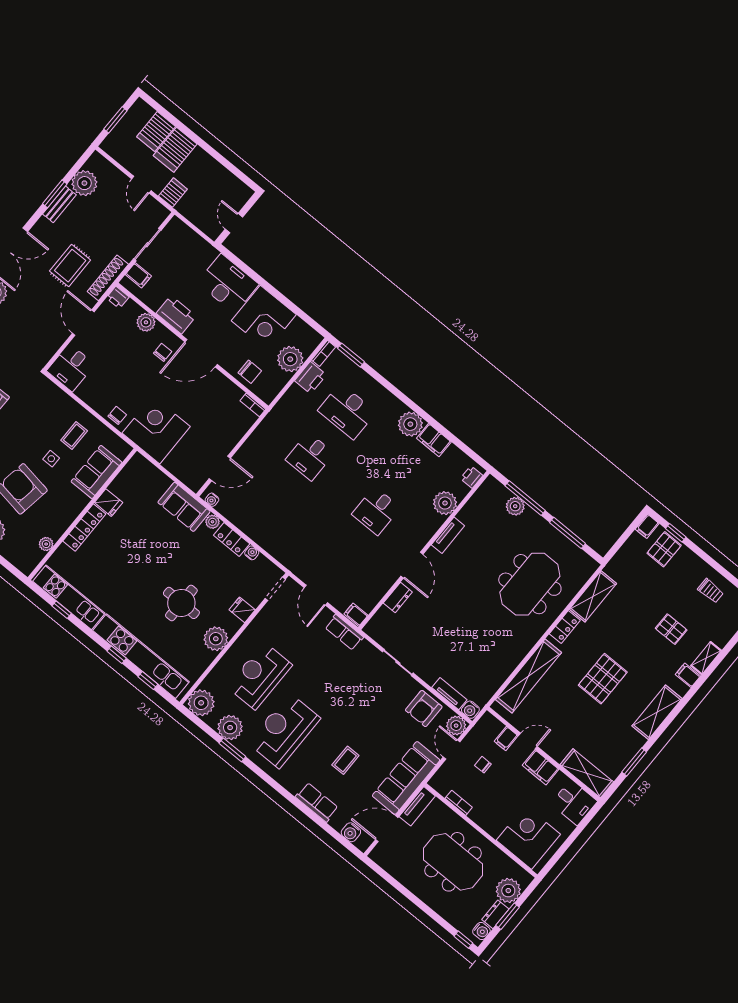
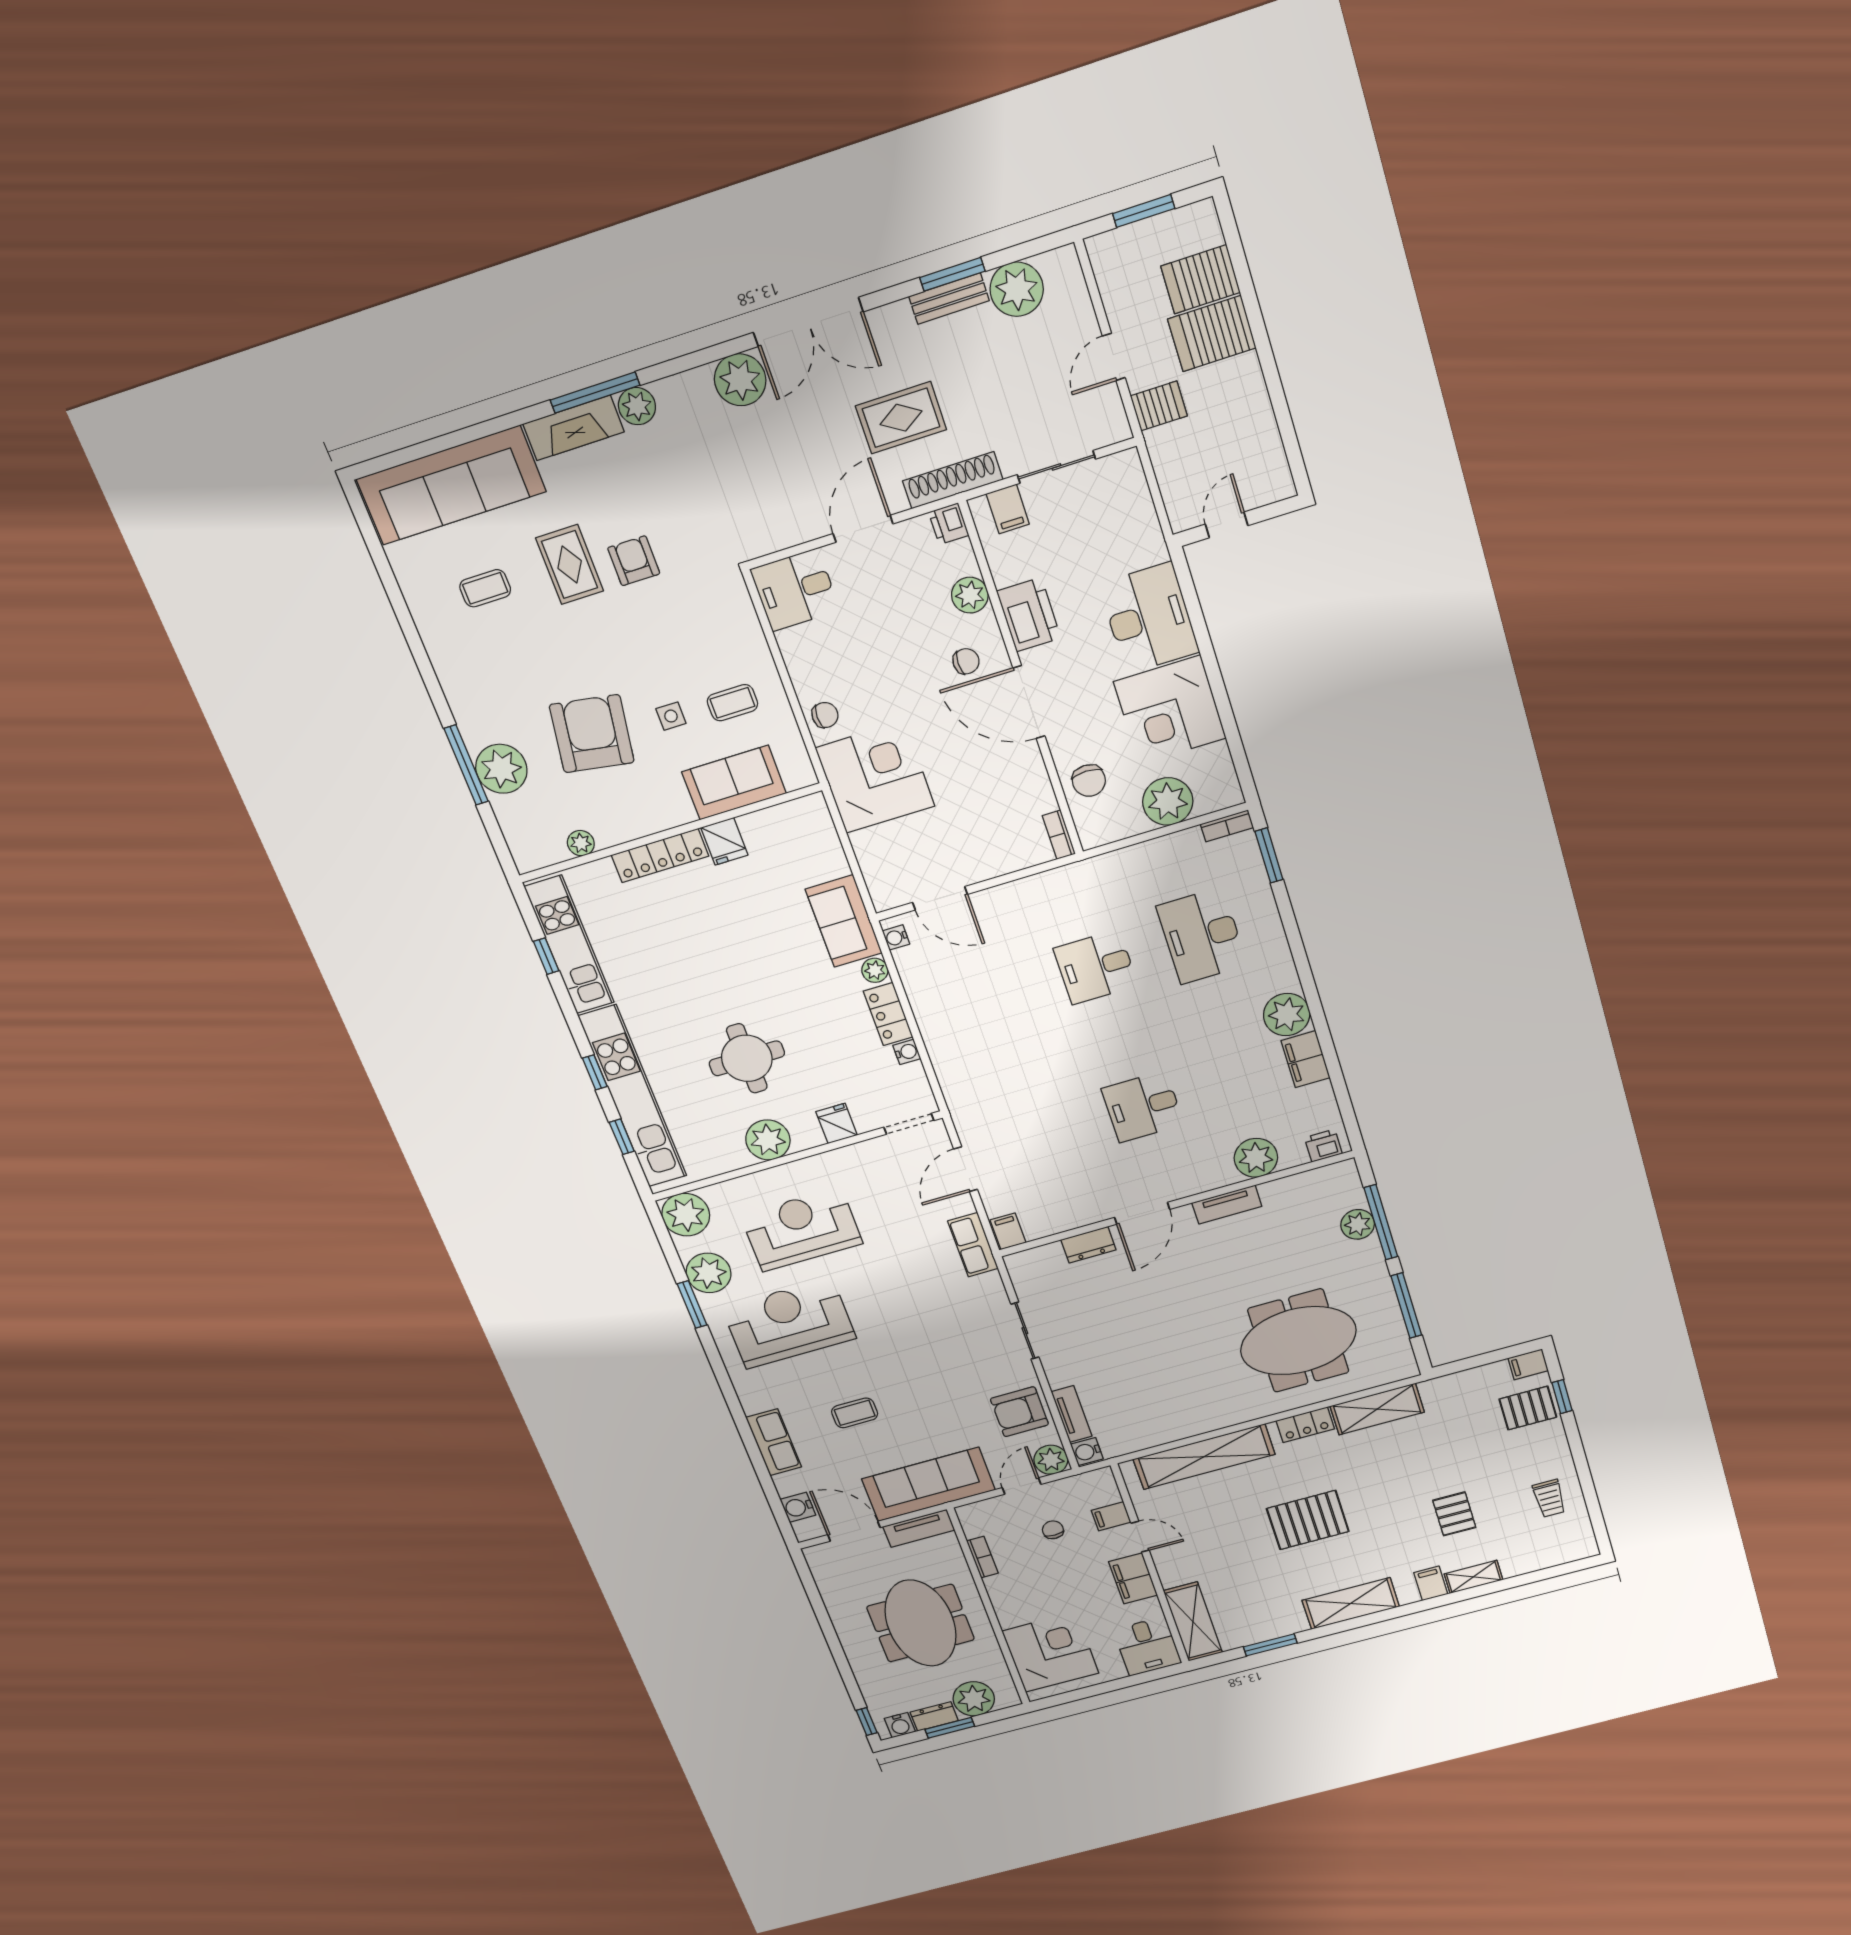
printer: (310, 378) -> (1180, 850), removed

